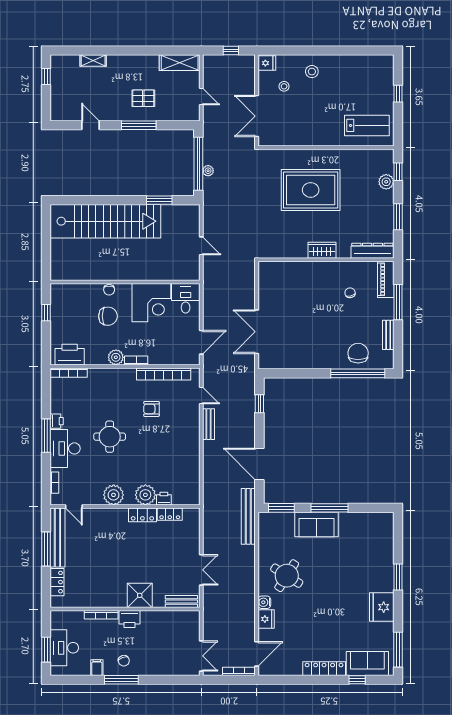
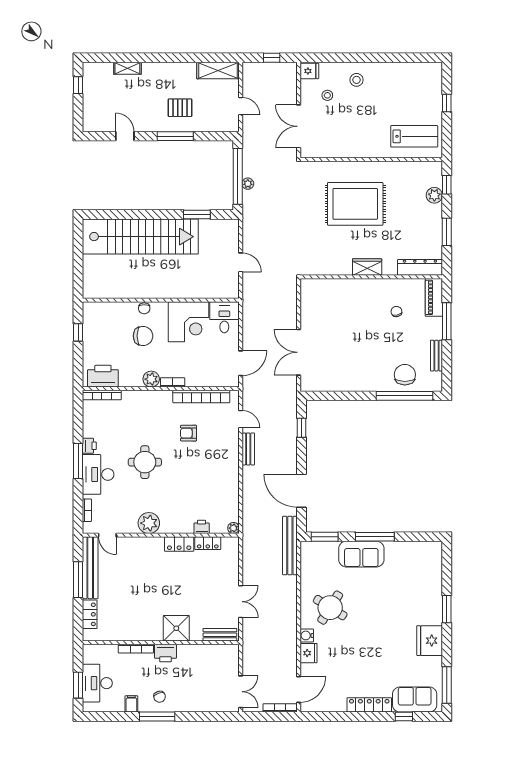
plant: (145, 495) -> (233, 528), moved, width x0.53, depth x0.53

